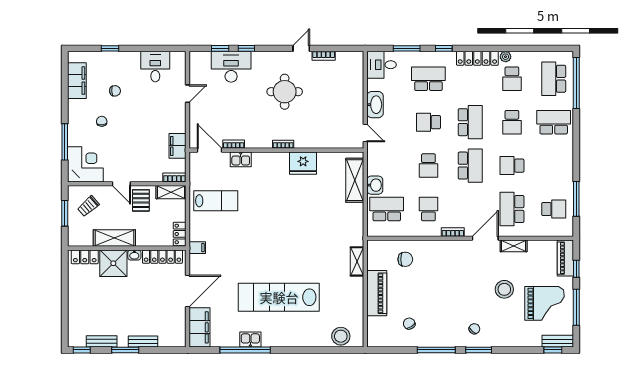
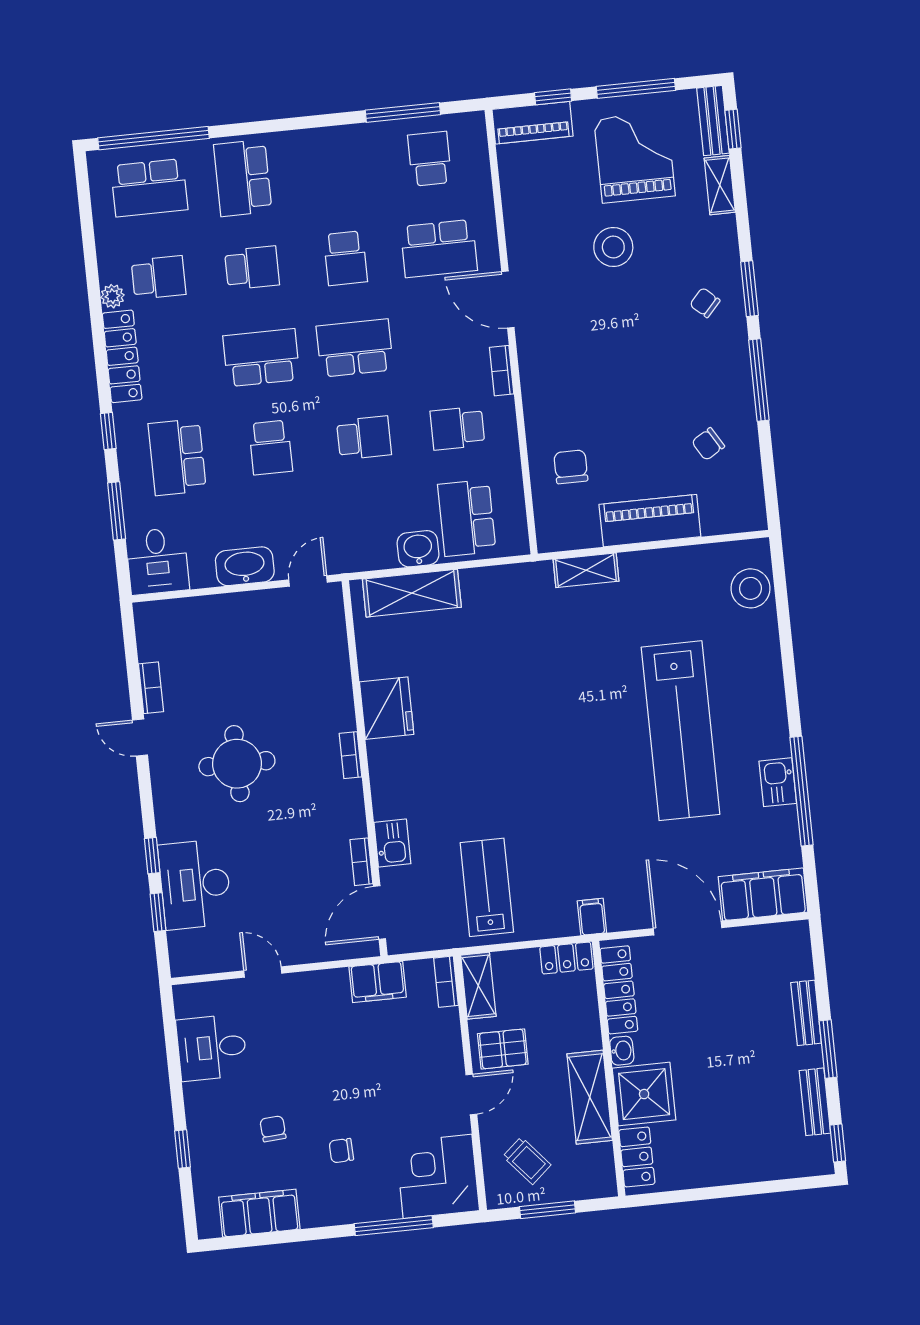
shelving: (514, 246) -> (720, 185), moved

